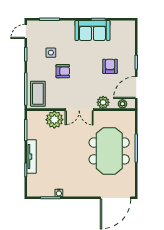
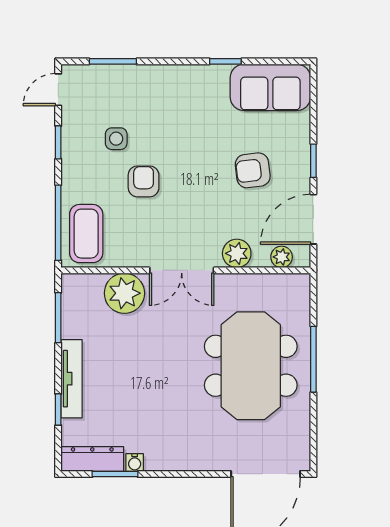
sofa: (92, 30) -> (270, 87), moved
armchair: (110, 66) -> (253, 170), turned -97
armchair: (63, 71) -> (144, 181), turned -90
dresser: (41, 191) -> (92, 459), added

